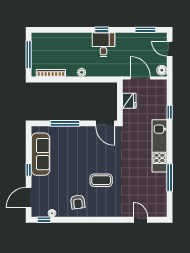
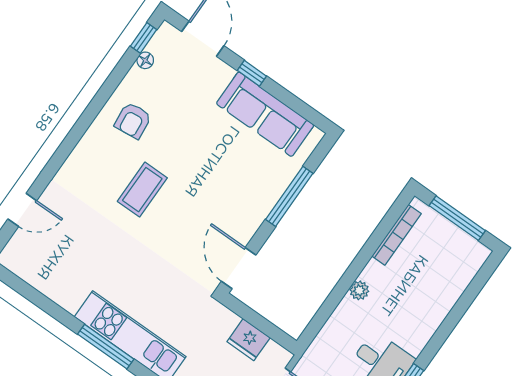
door: (105, 123) -> (239, 268), hinge flipped
window: (170, 178) -> (106, 347), moved
armchair: (78, 202) -> (133, 120), turned -89

